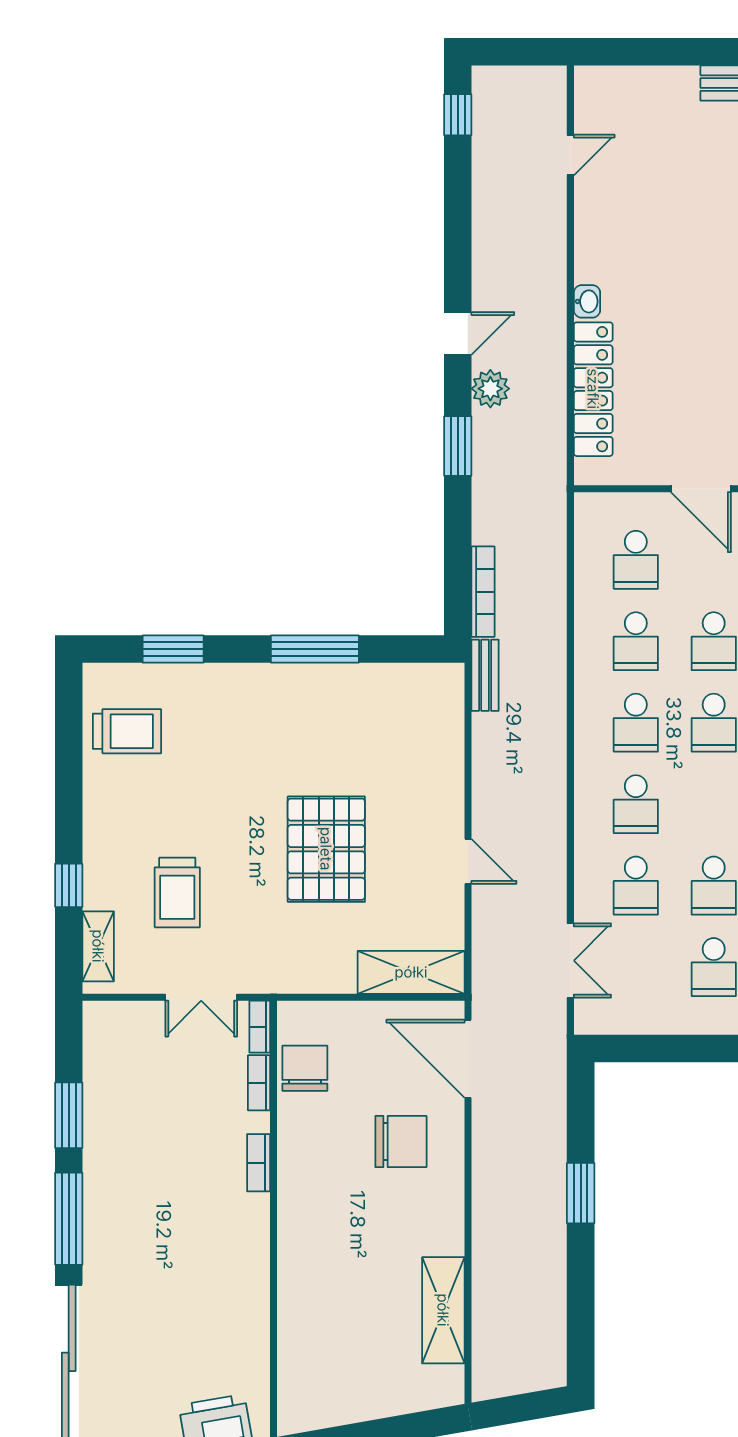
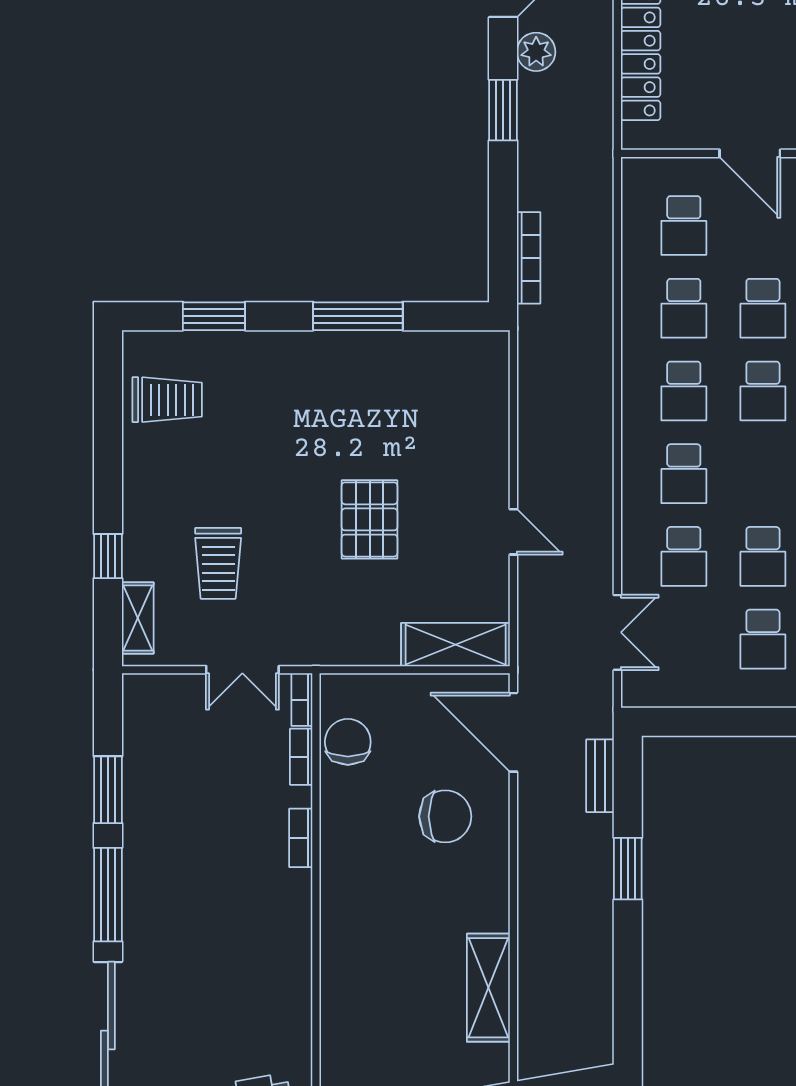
bench: (485, 675) -> (600, 776), moved
pallet: (326, 849) -> (370, 519), width x0.73, depth x0.71

